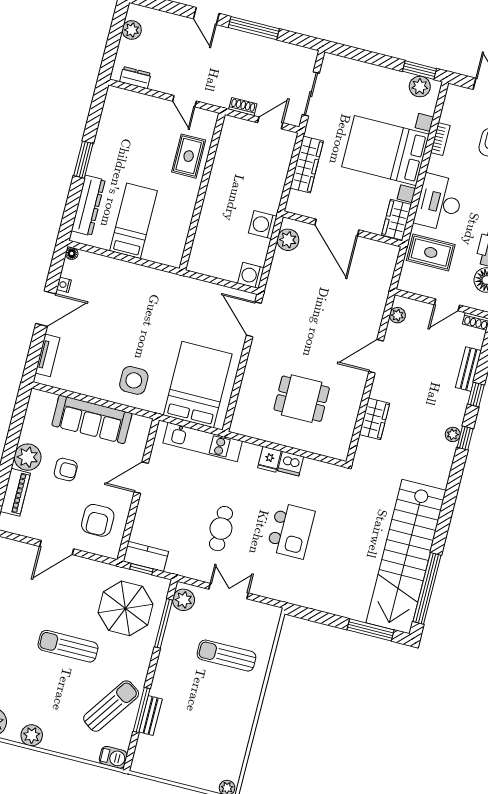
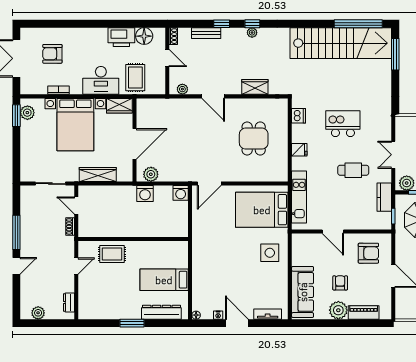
sofa: (92, 419) -> (303, 292), moved
dishwasher: (291, 464) -> (299, 116), moved
kitchen counter: (146, 556) -> (384, 197), moved

